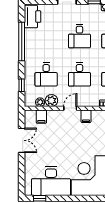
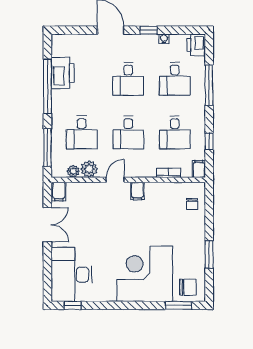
printer: (33, 17) -> (63, 73), moved
window: (22, 85) -> (47, 148), width x2.17
filing cabinet: (41, 117) -> (59, 191), moved
desk: (51, 181) -> (71, 275), moved, turned 90

